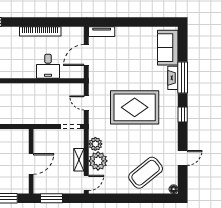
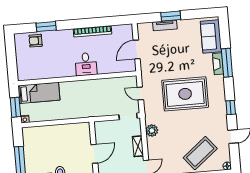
window: (126, 22) -> (171, 16), added
tv unit: (102, 32) -> (165, 25), moved
desk: (48, 66) -> (86, 64), moved
window: (183, 115) -> (231, 108), moved
plant: (98, 161) -> (156, 146), removed

